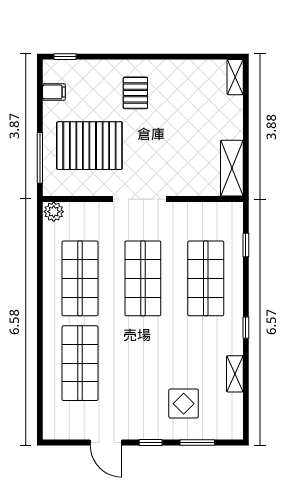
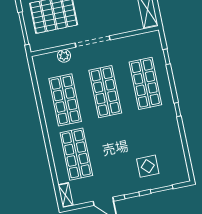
plant: (54, 212) -> (64, 56), moved
shelving: (235, 374) -> (65, 195), moved

